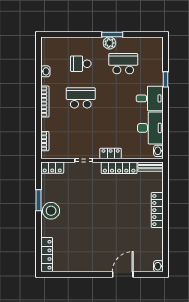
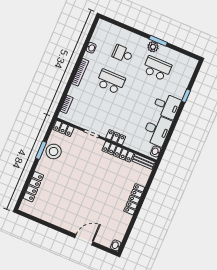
stool: (51, 211) -> (54, 151), moved
locker: (47, 255) -> (33, 187), moved

